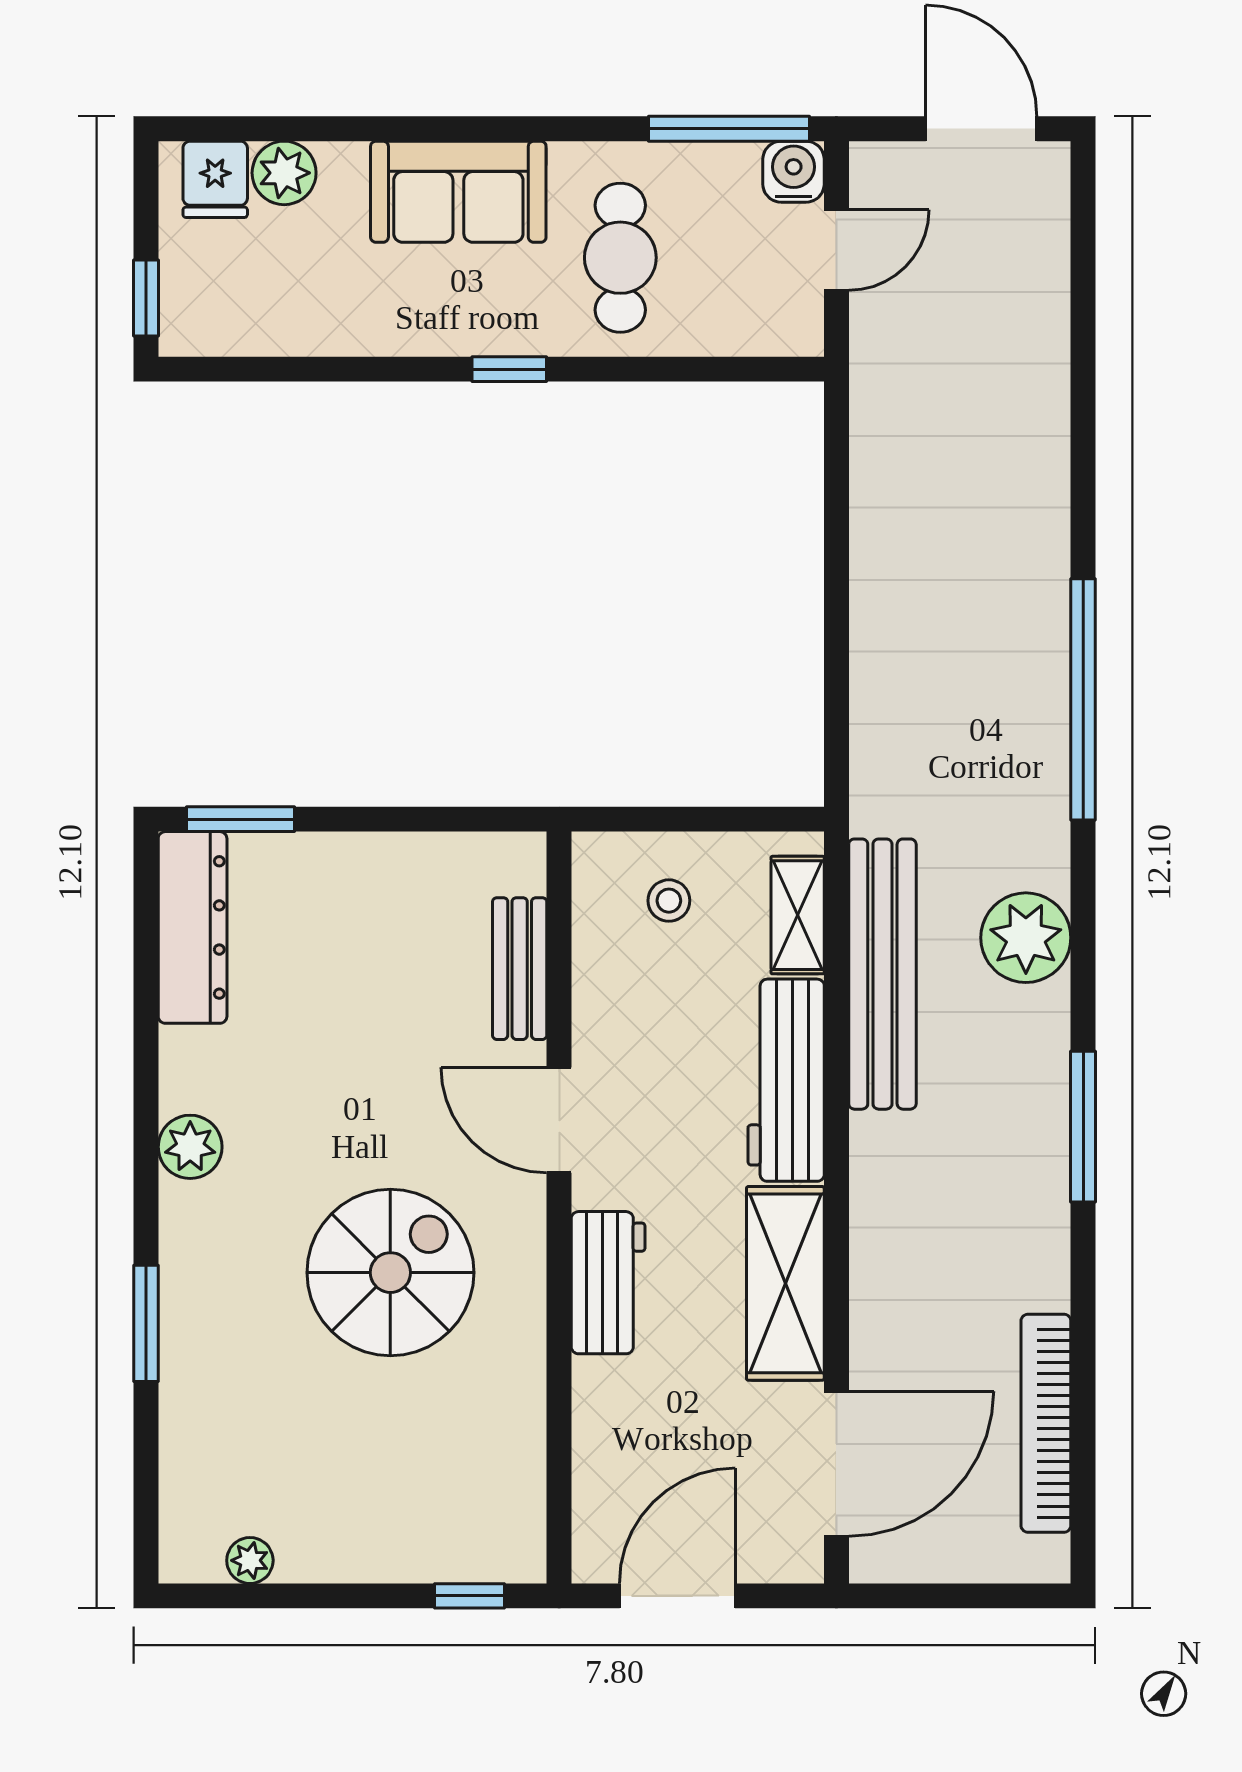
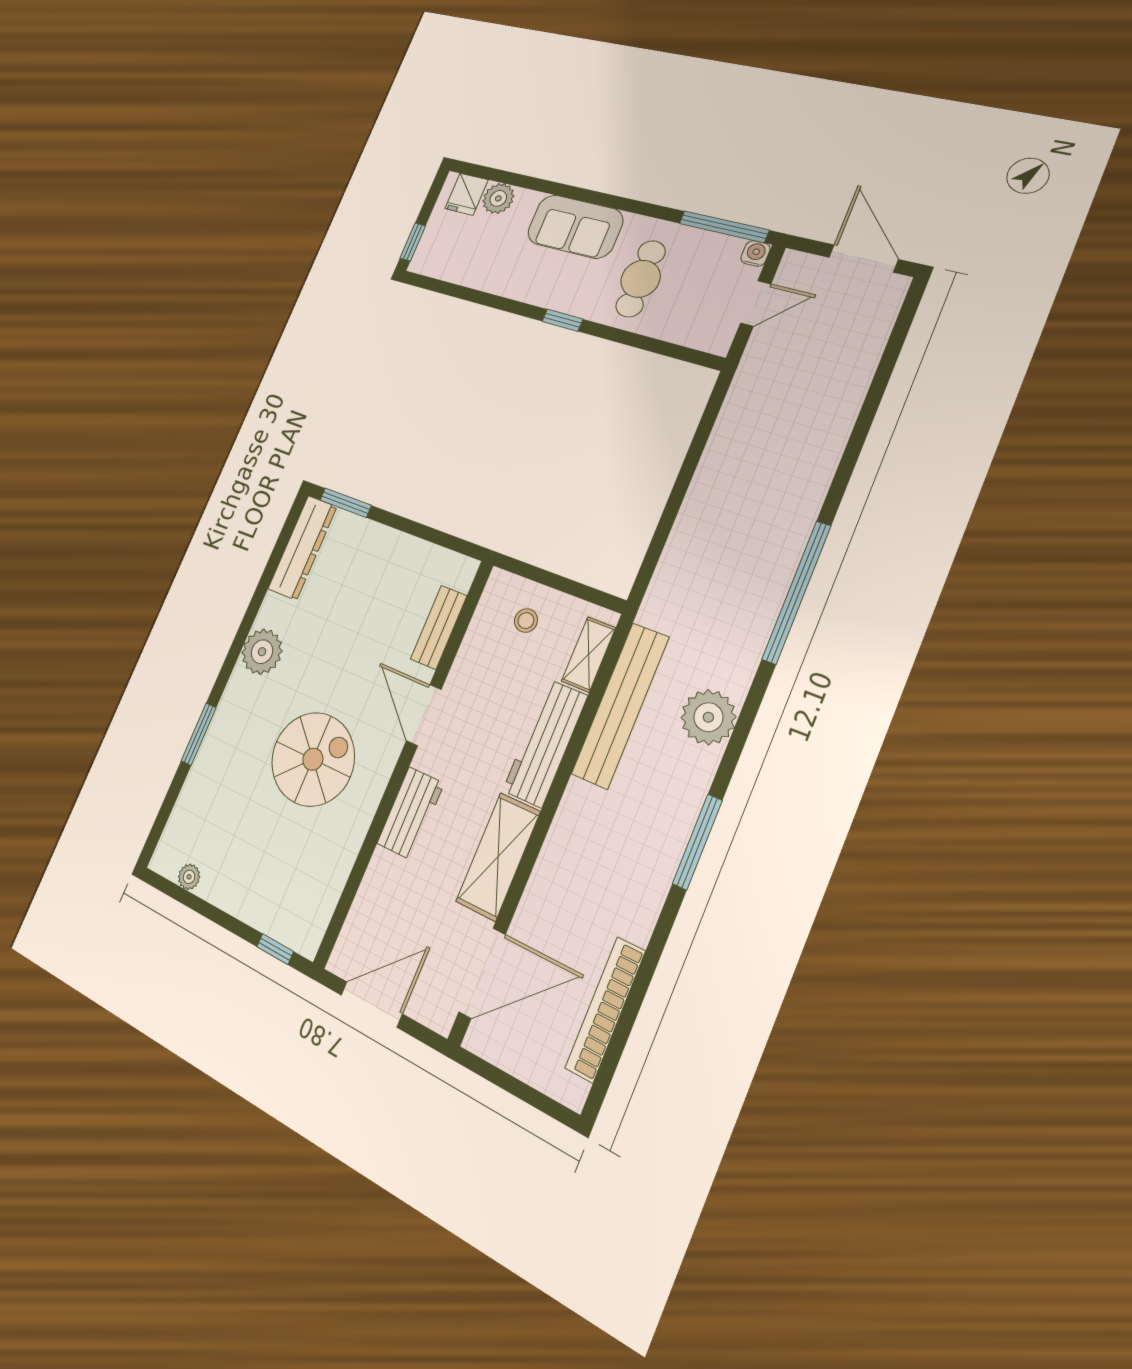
water cooler: (794, 172) -> (755, 253), width x0.72, depth x0.72
plant: (190, 1147) -> (262, 652), width x1.36, depth x1.36

